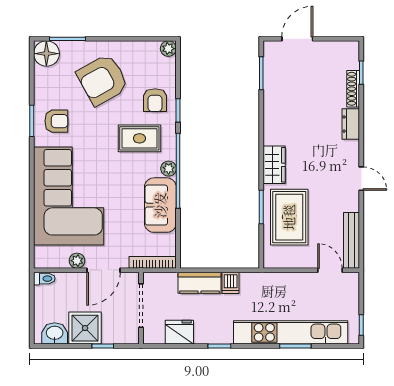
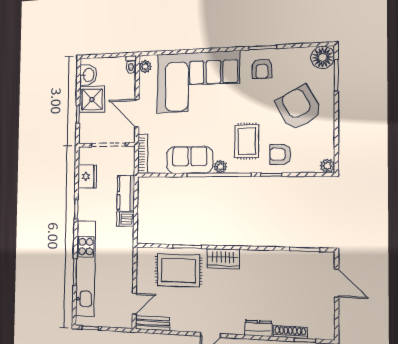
bench: (352, 240) -> (152, 323), width x0.73
plant: (77, 261) -> (145, 67), moved

